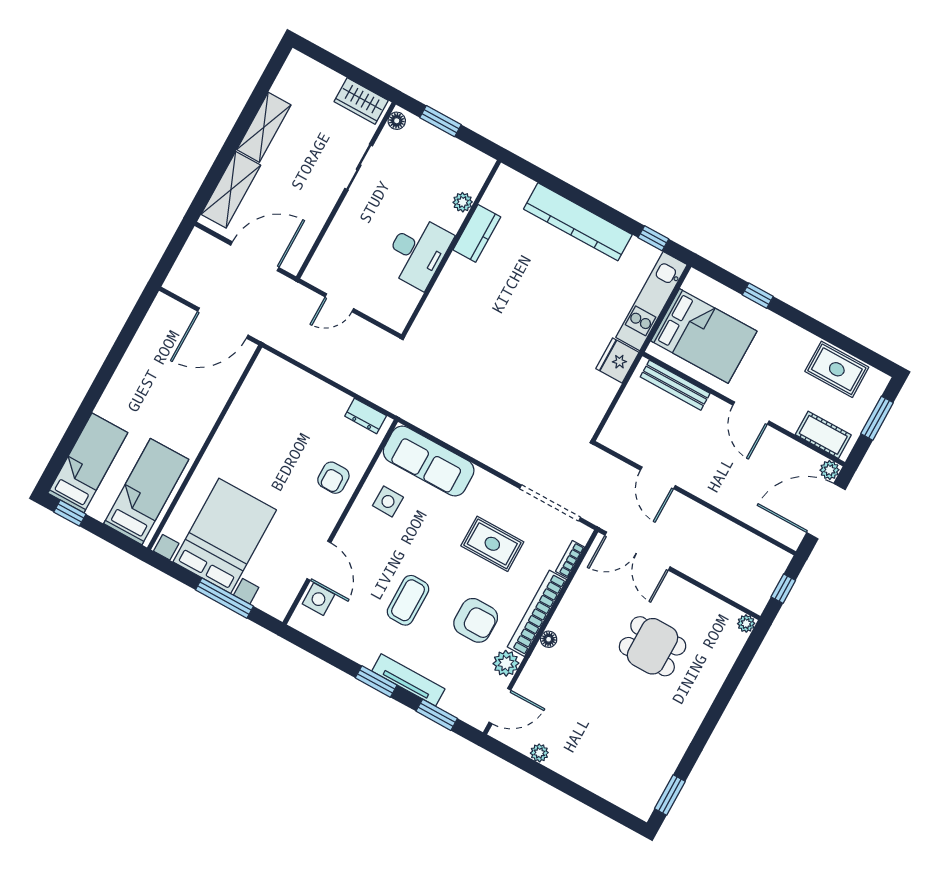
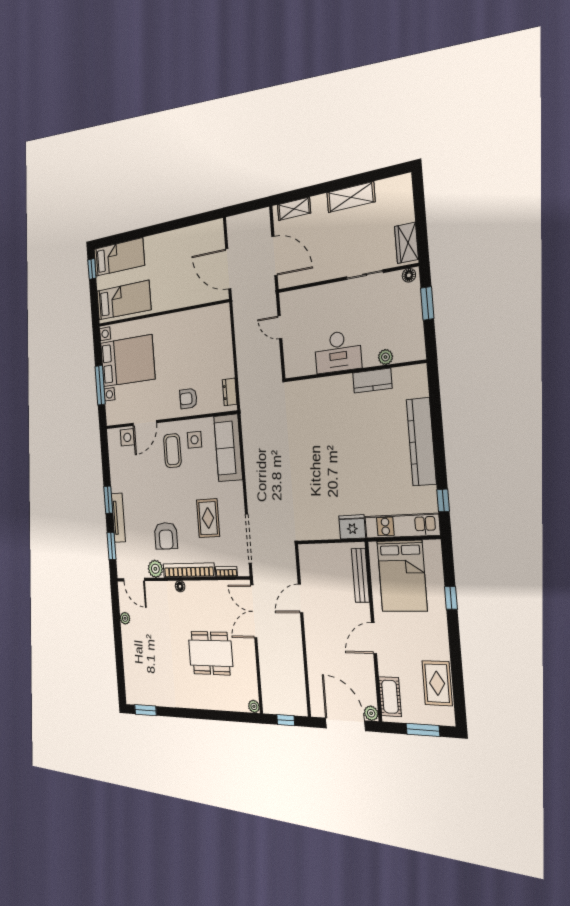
shelving: (231, 190) -> (294, 209), width x0.67, depth x0.75
coffee table: (408, 600) -> (172, 451), moved, turned 90
dining table: (653, 646) -> (210, 653), width x1.38

